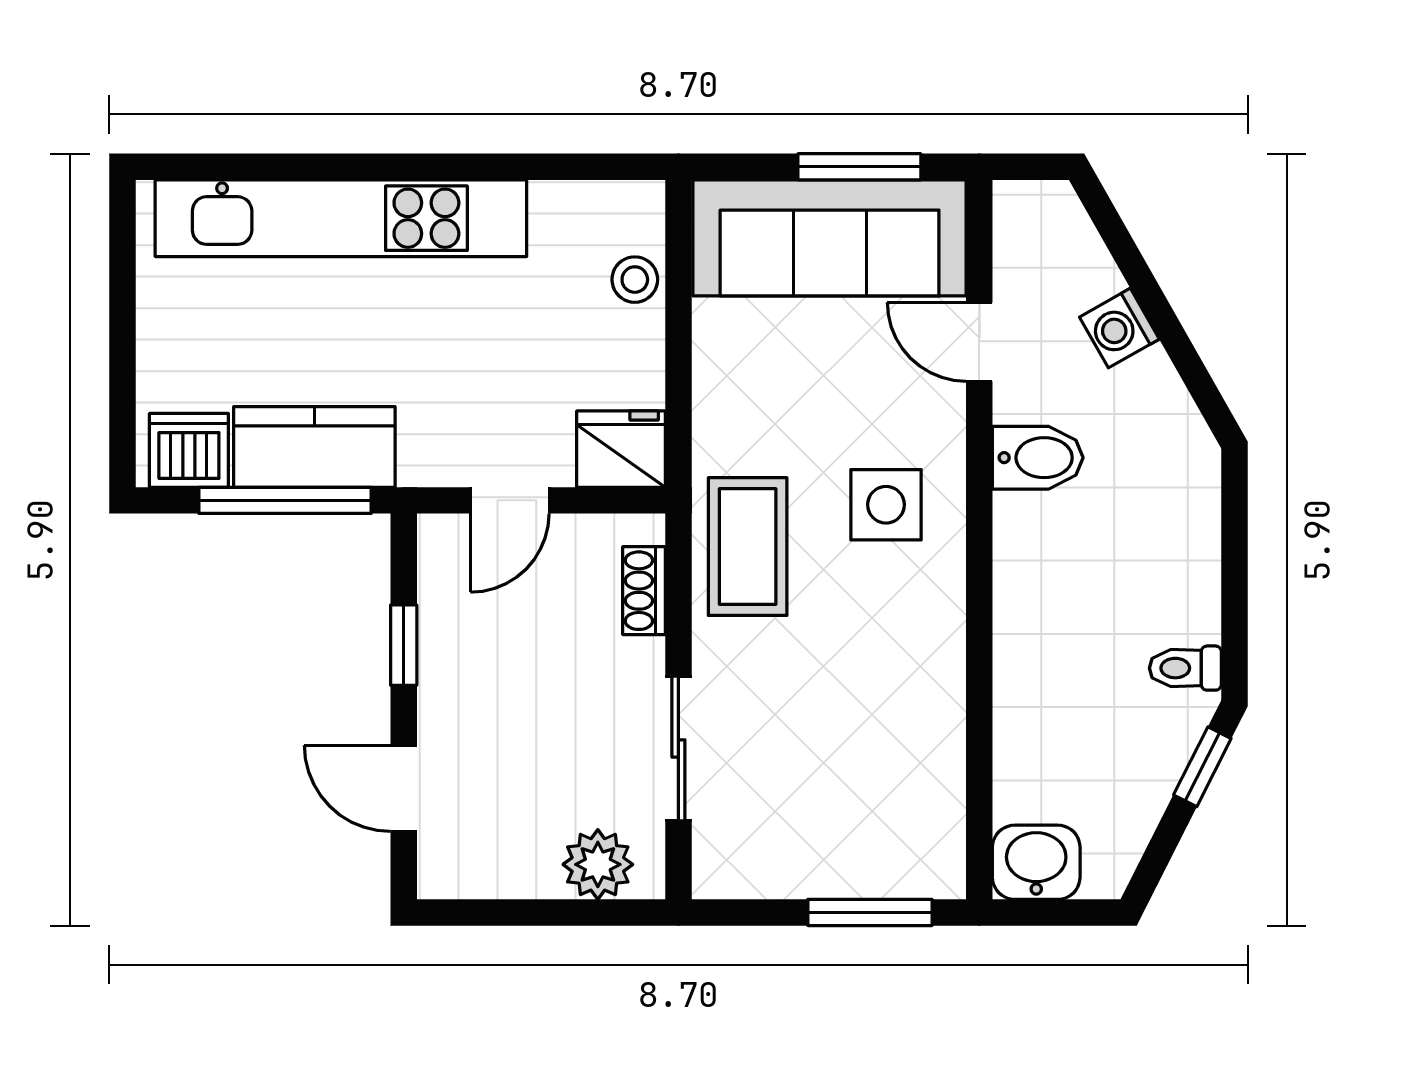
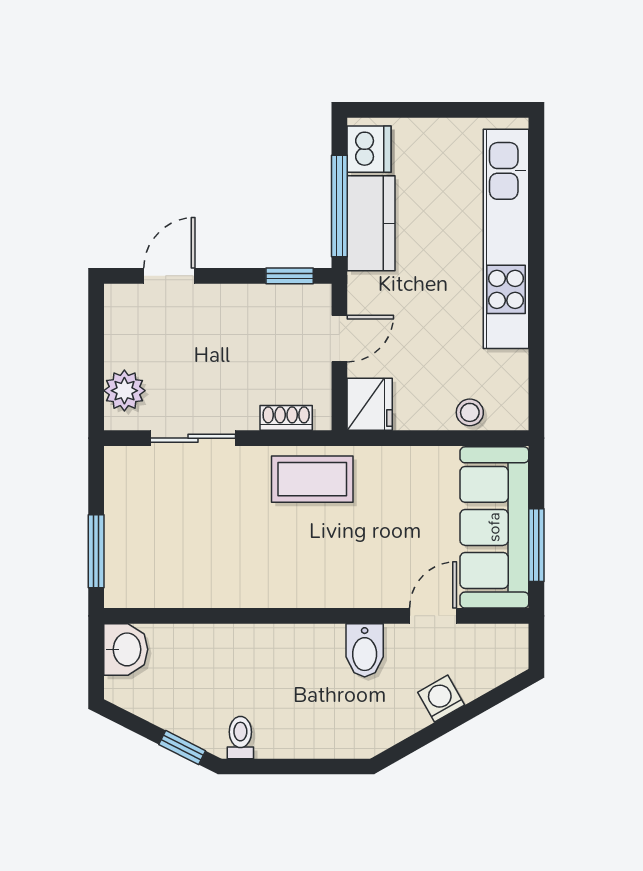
door: (510, 500) -> (339, 339), swing flipped
side table: (886, 505) -> (337, 561), removed
window: (404, 645) -> (290, 276), moved

